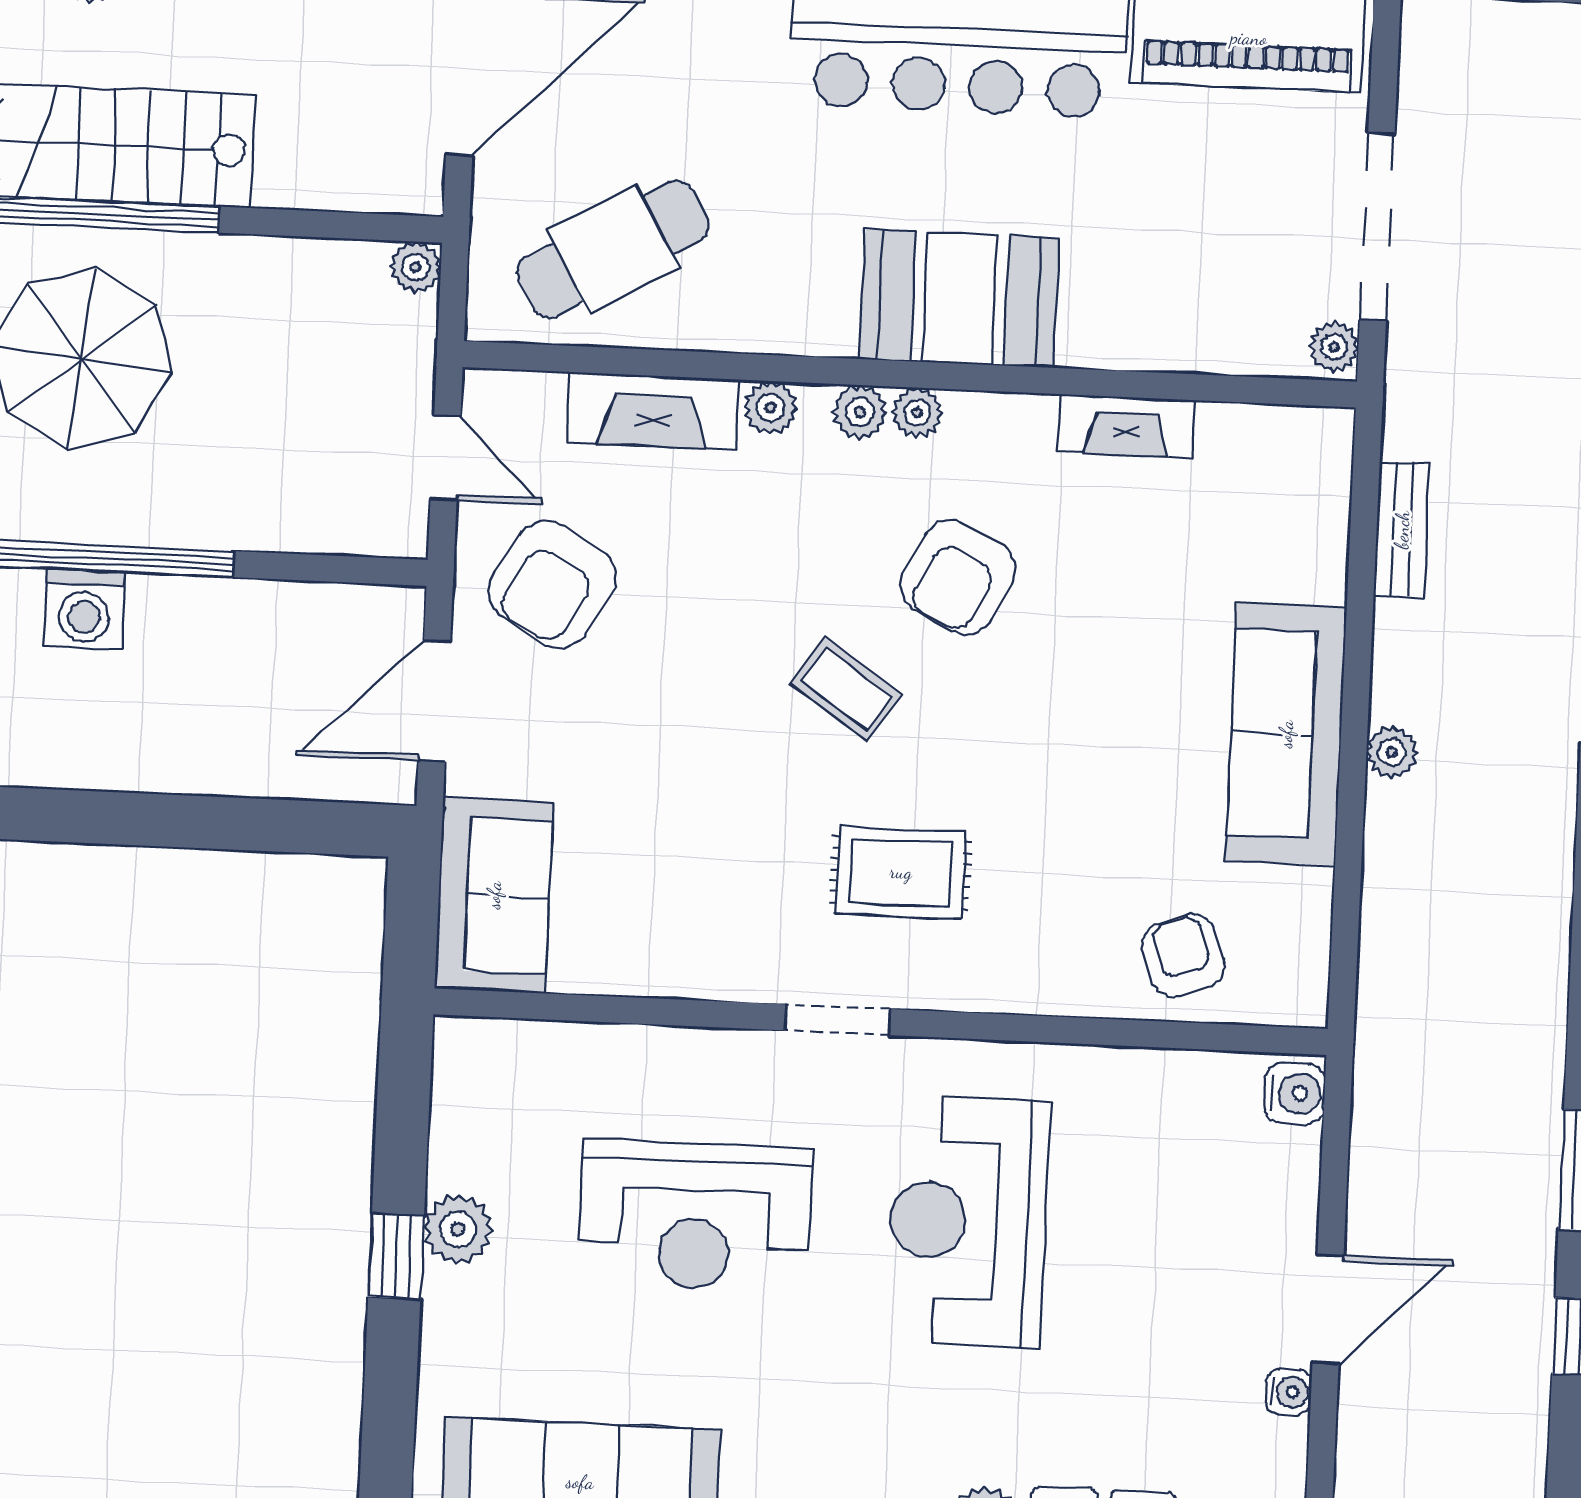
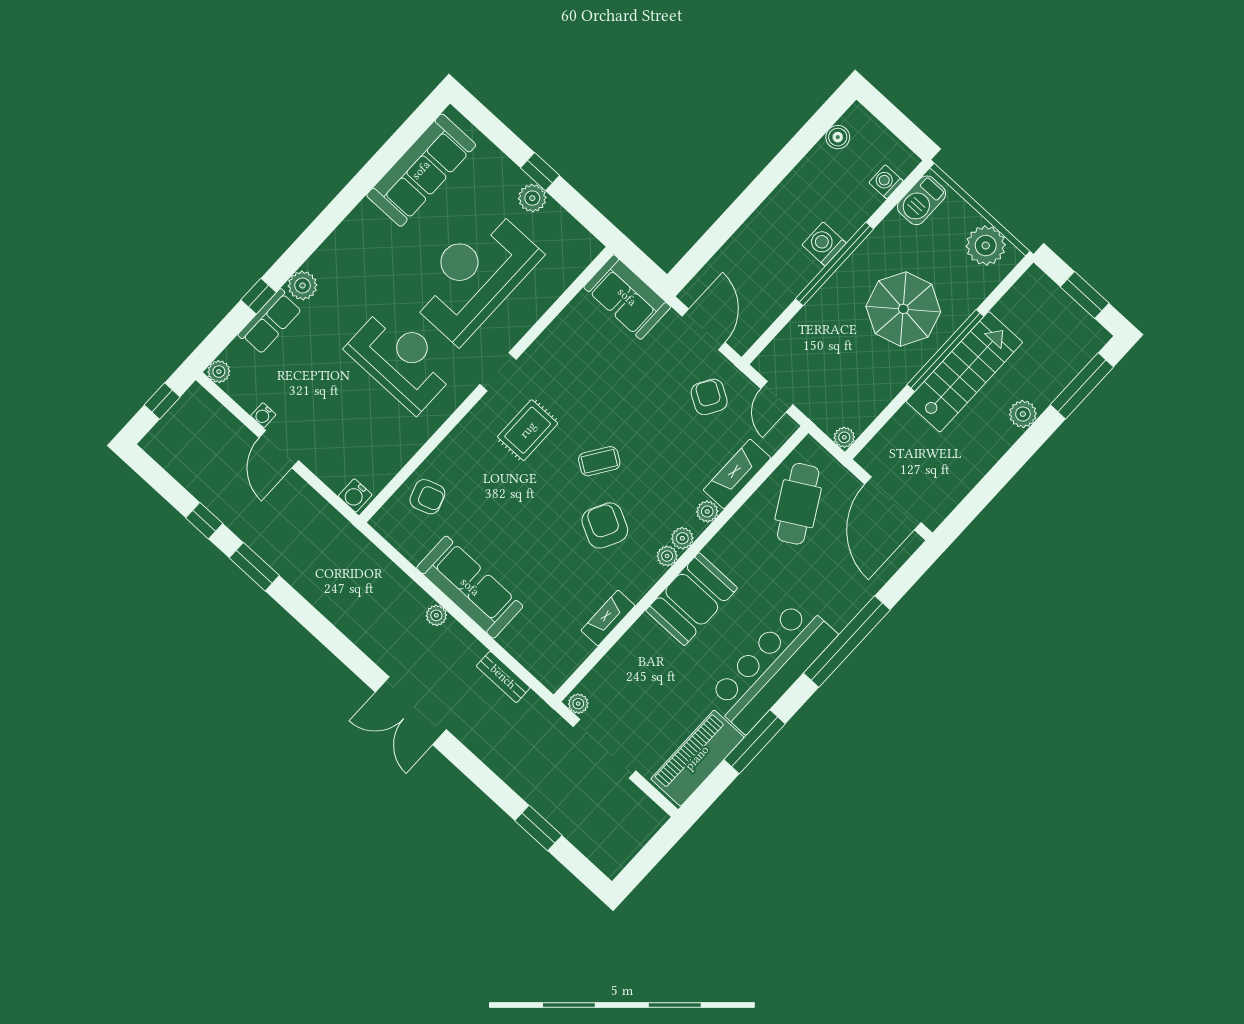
door: (445, 458) -> (777, 397), hinge flipped
armchair: (553, 584) -> (709, 397), width x0.72, depth x0.72
reception desk: (695, 1216) -> (474, 276), width x1.36, depth x1.30

